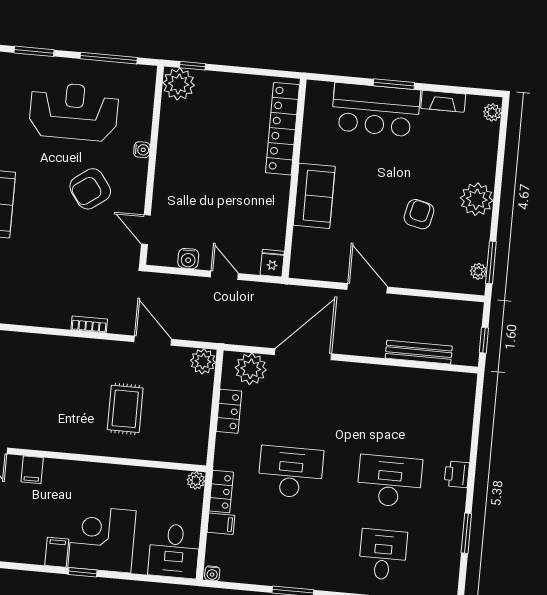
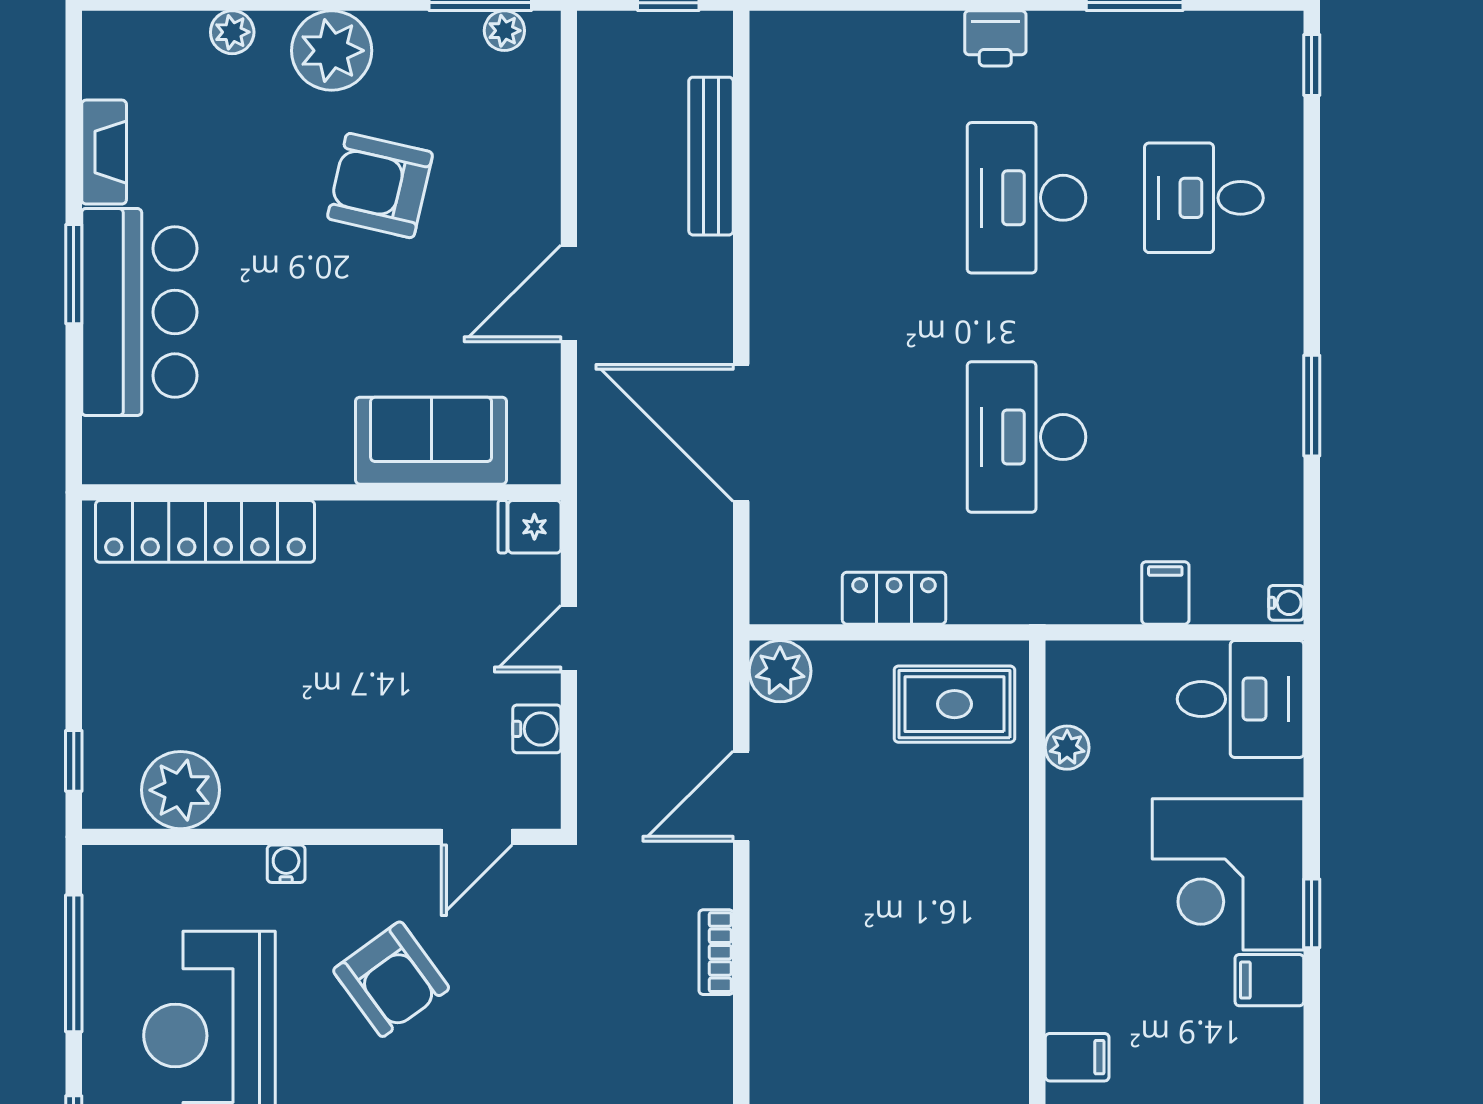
plant: (179, 84) -> (181, 790), moved
plant: (492, 112) -> (232, 32), moved
sofa: (314, 196) -> (431, 441), moved
armchair: (419, 214) -> (380, 186), width x1.38, depth x1.38
plant: (251, 369) -> (787, 555), removed
rug: (125, 409) -> (954, 704), moved
plant: (196, 480) -> (1067, 748), moved
locker: (221, 491) -> (1088, 599), removed

